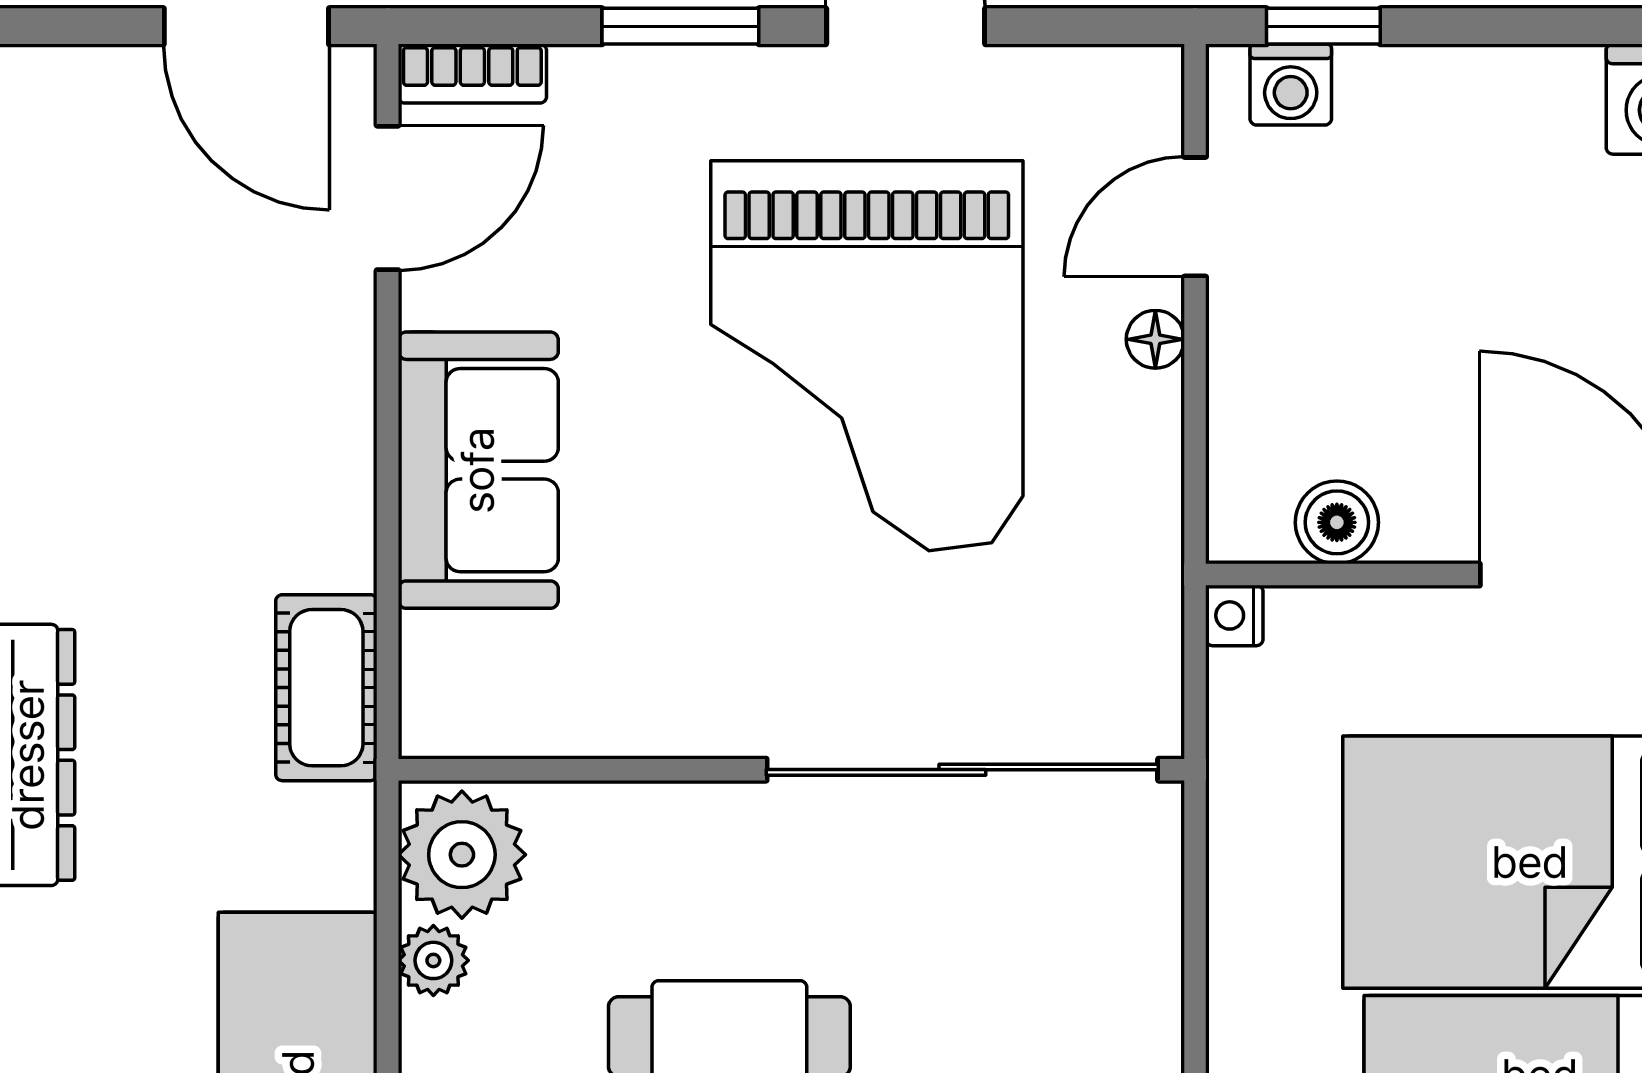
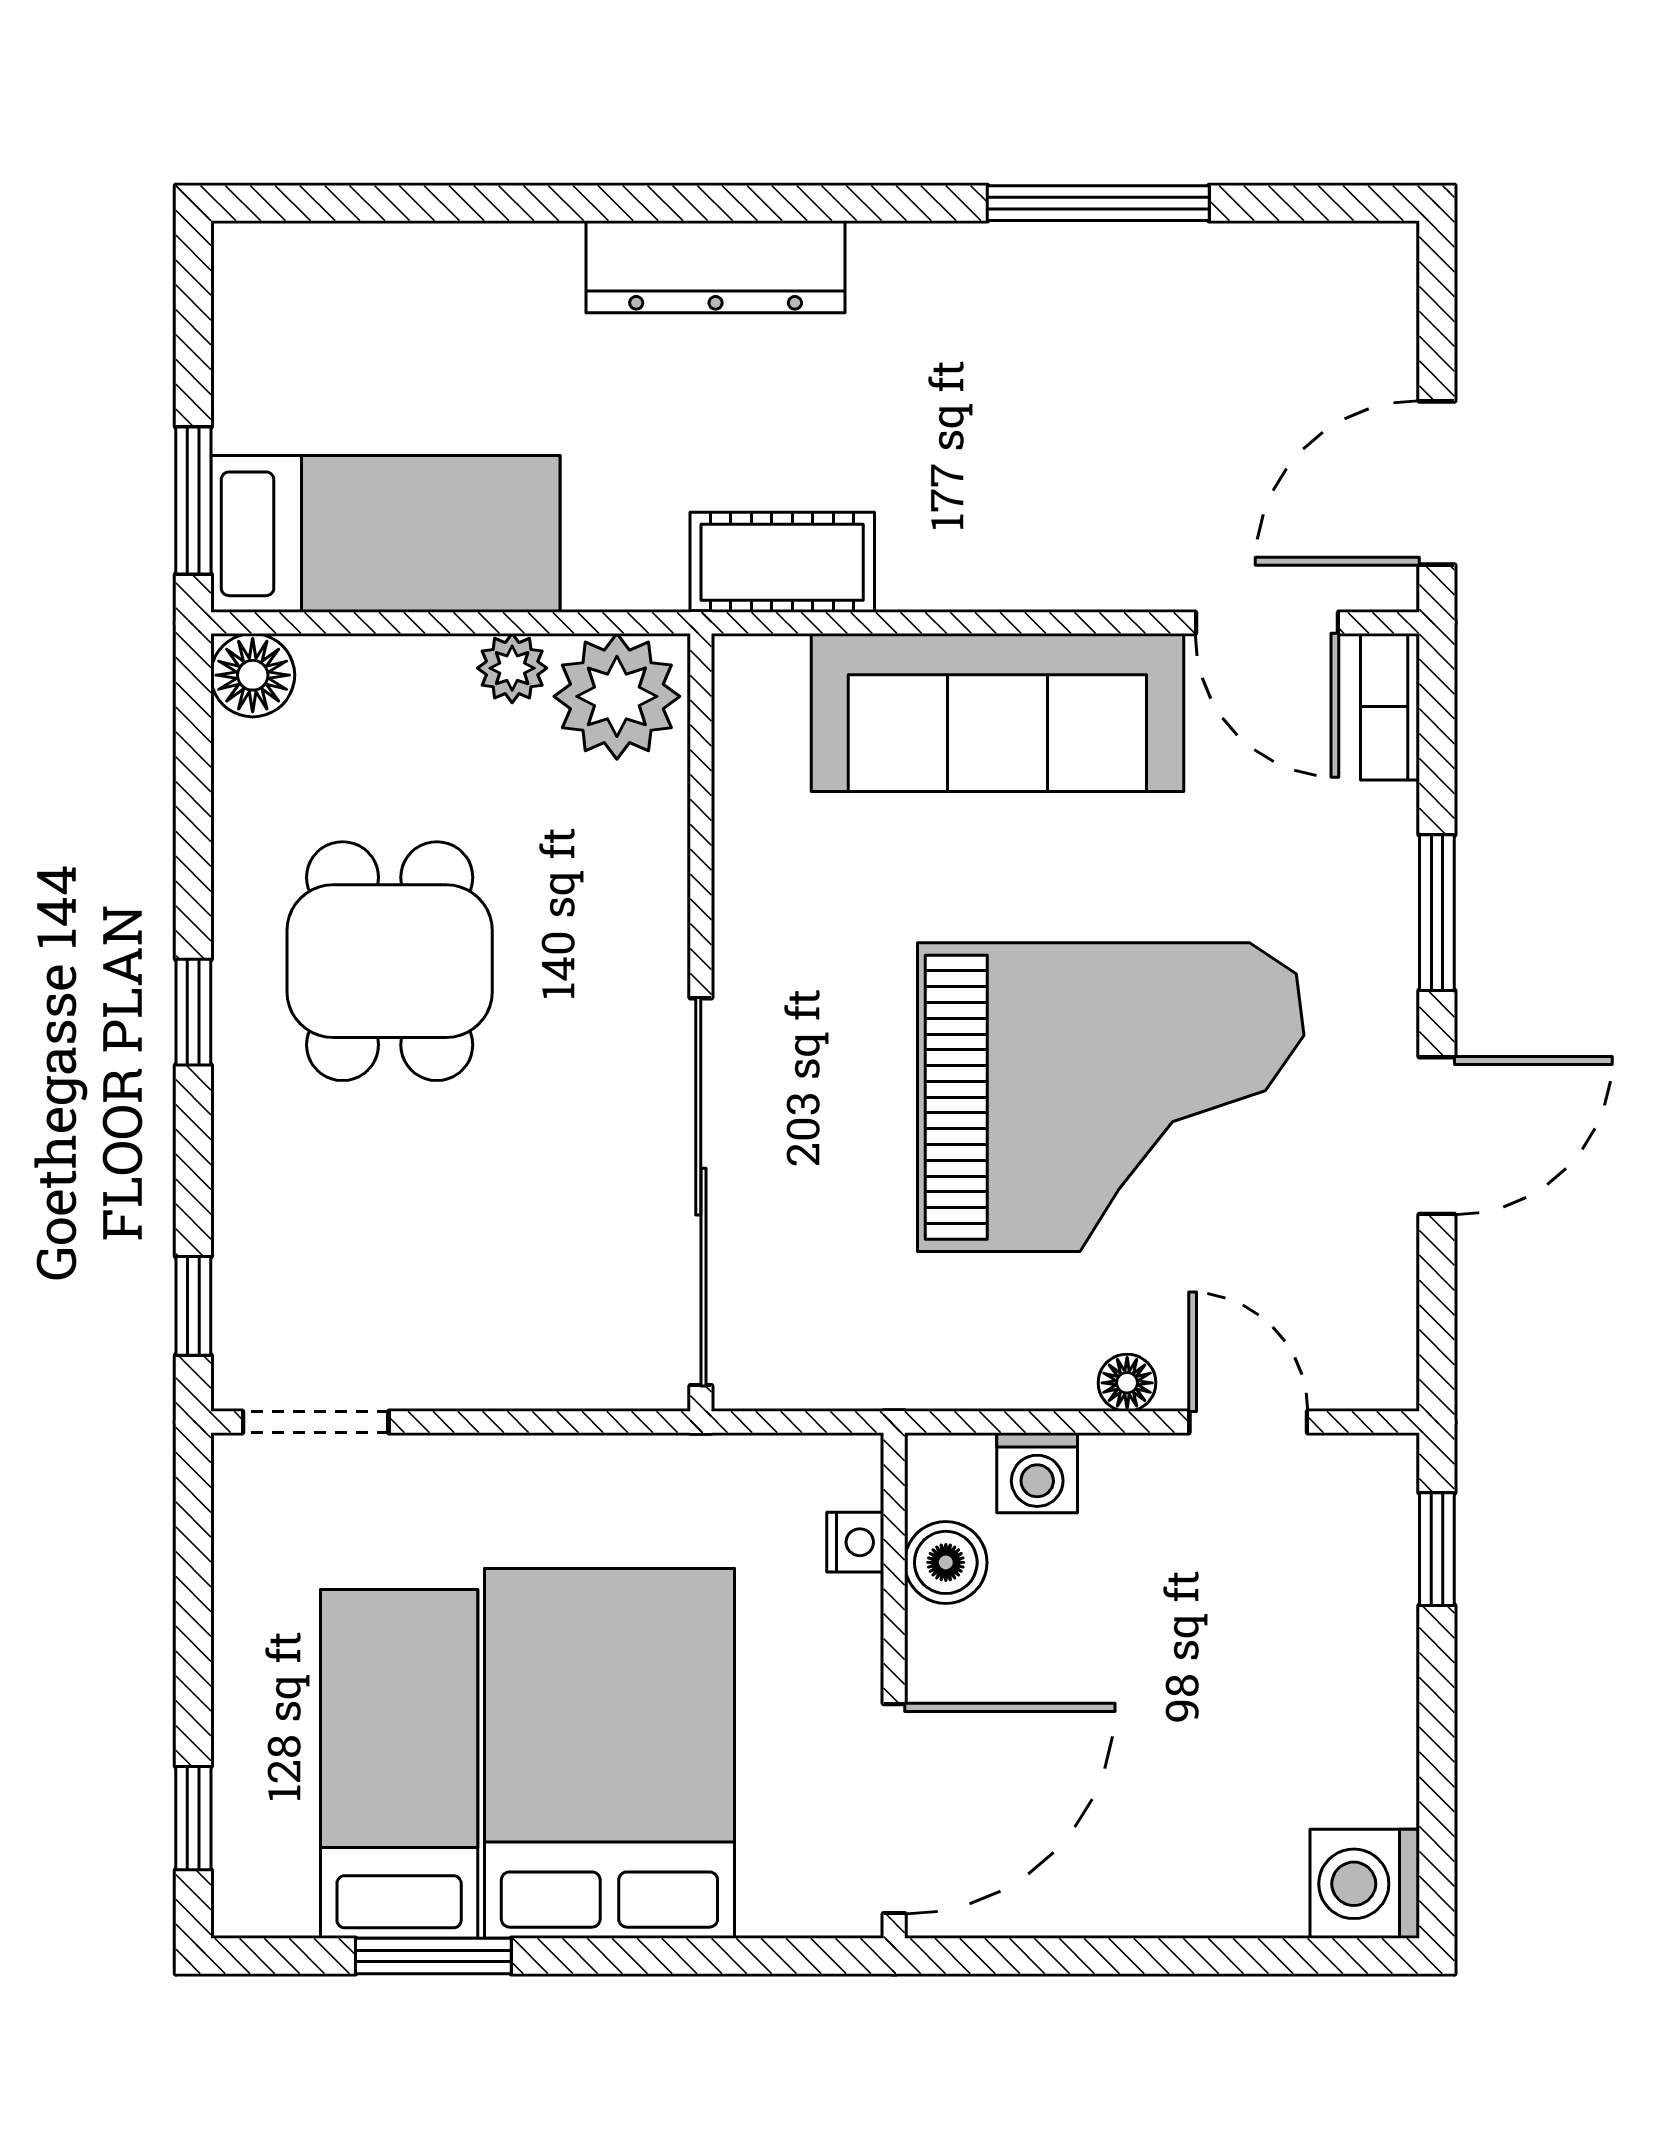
washing machine: (1291, 85) -> (1037, 1473), moved, turned -90
grand piano: (867, 356) -> (1111, 1097), turned 180
sofa: (478, 470) -> (997, 713), width x1.36
nightstand: (1234, 615) -> (855, 1542), moved, turned 90

